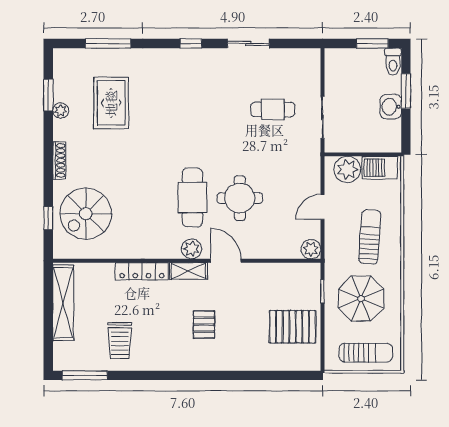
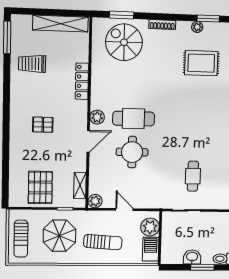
window: (48, 218) -> (122, 15), width x1.50
shelving: (188, 271) -> (80, 185), moved

